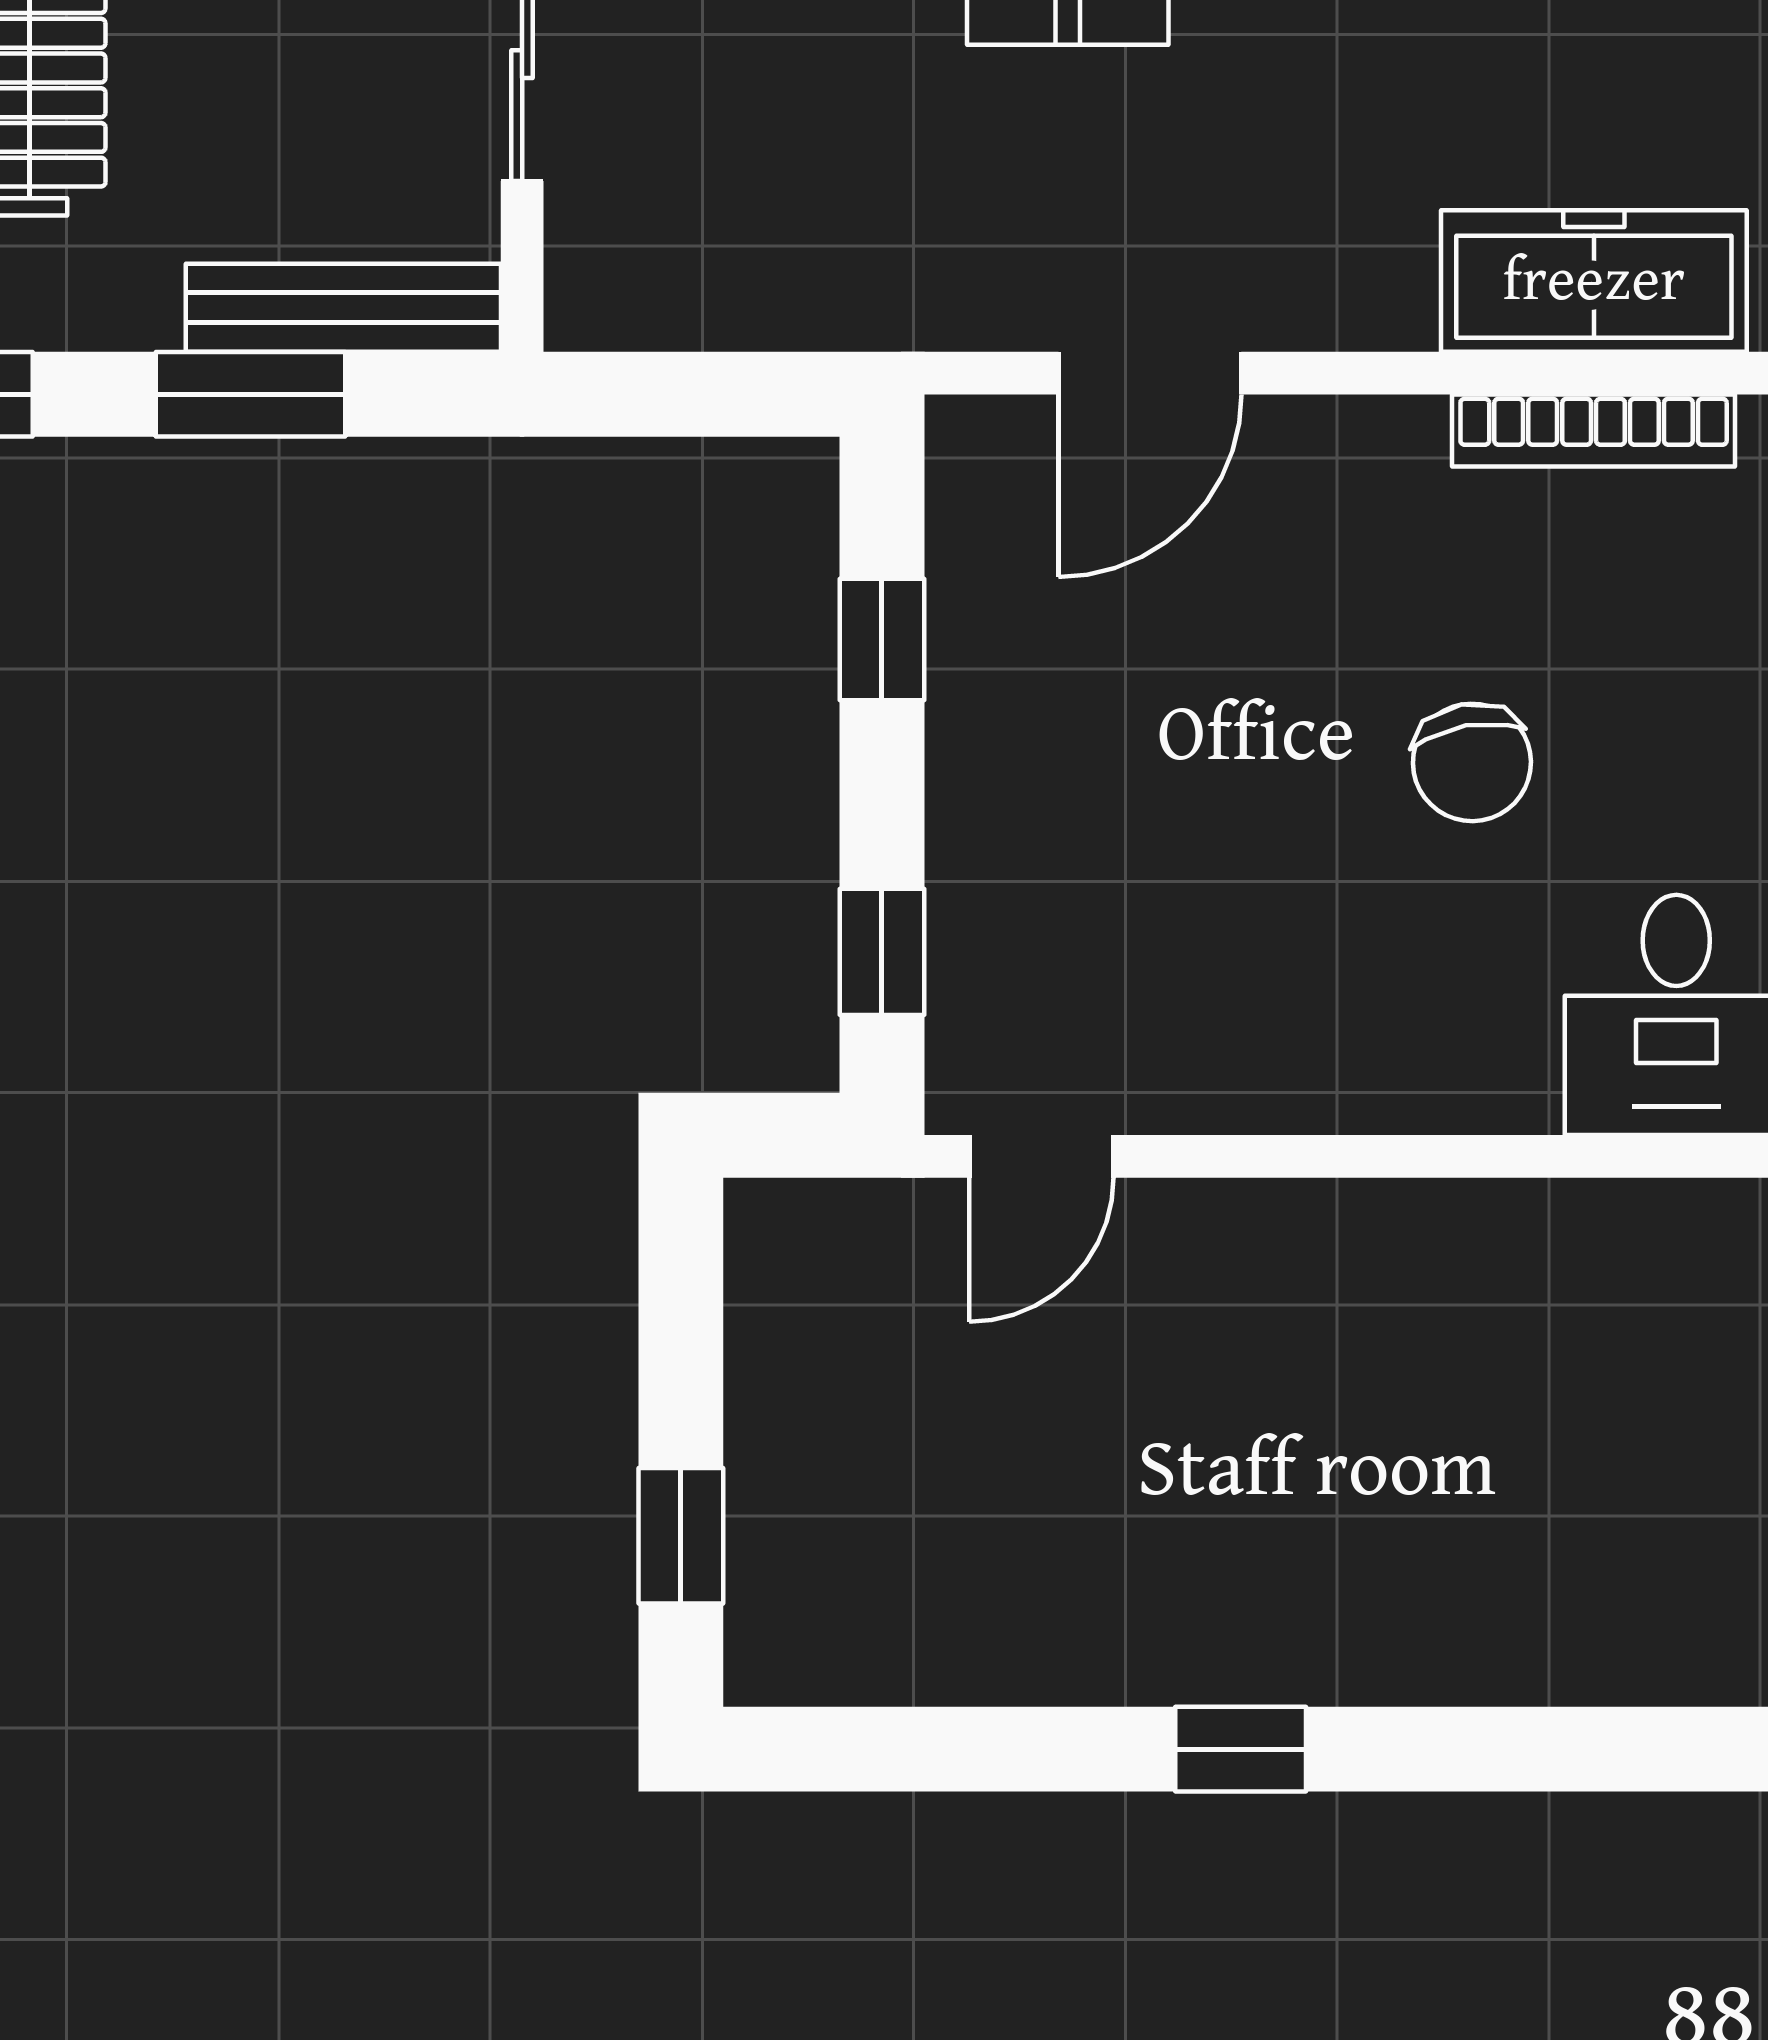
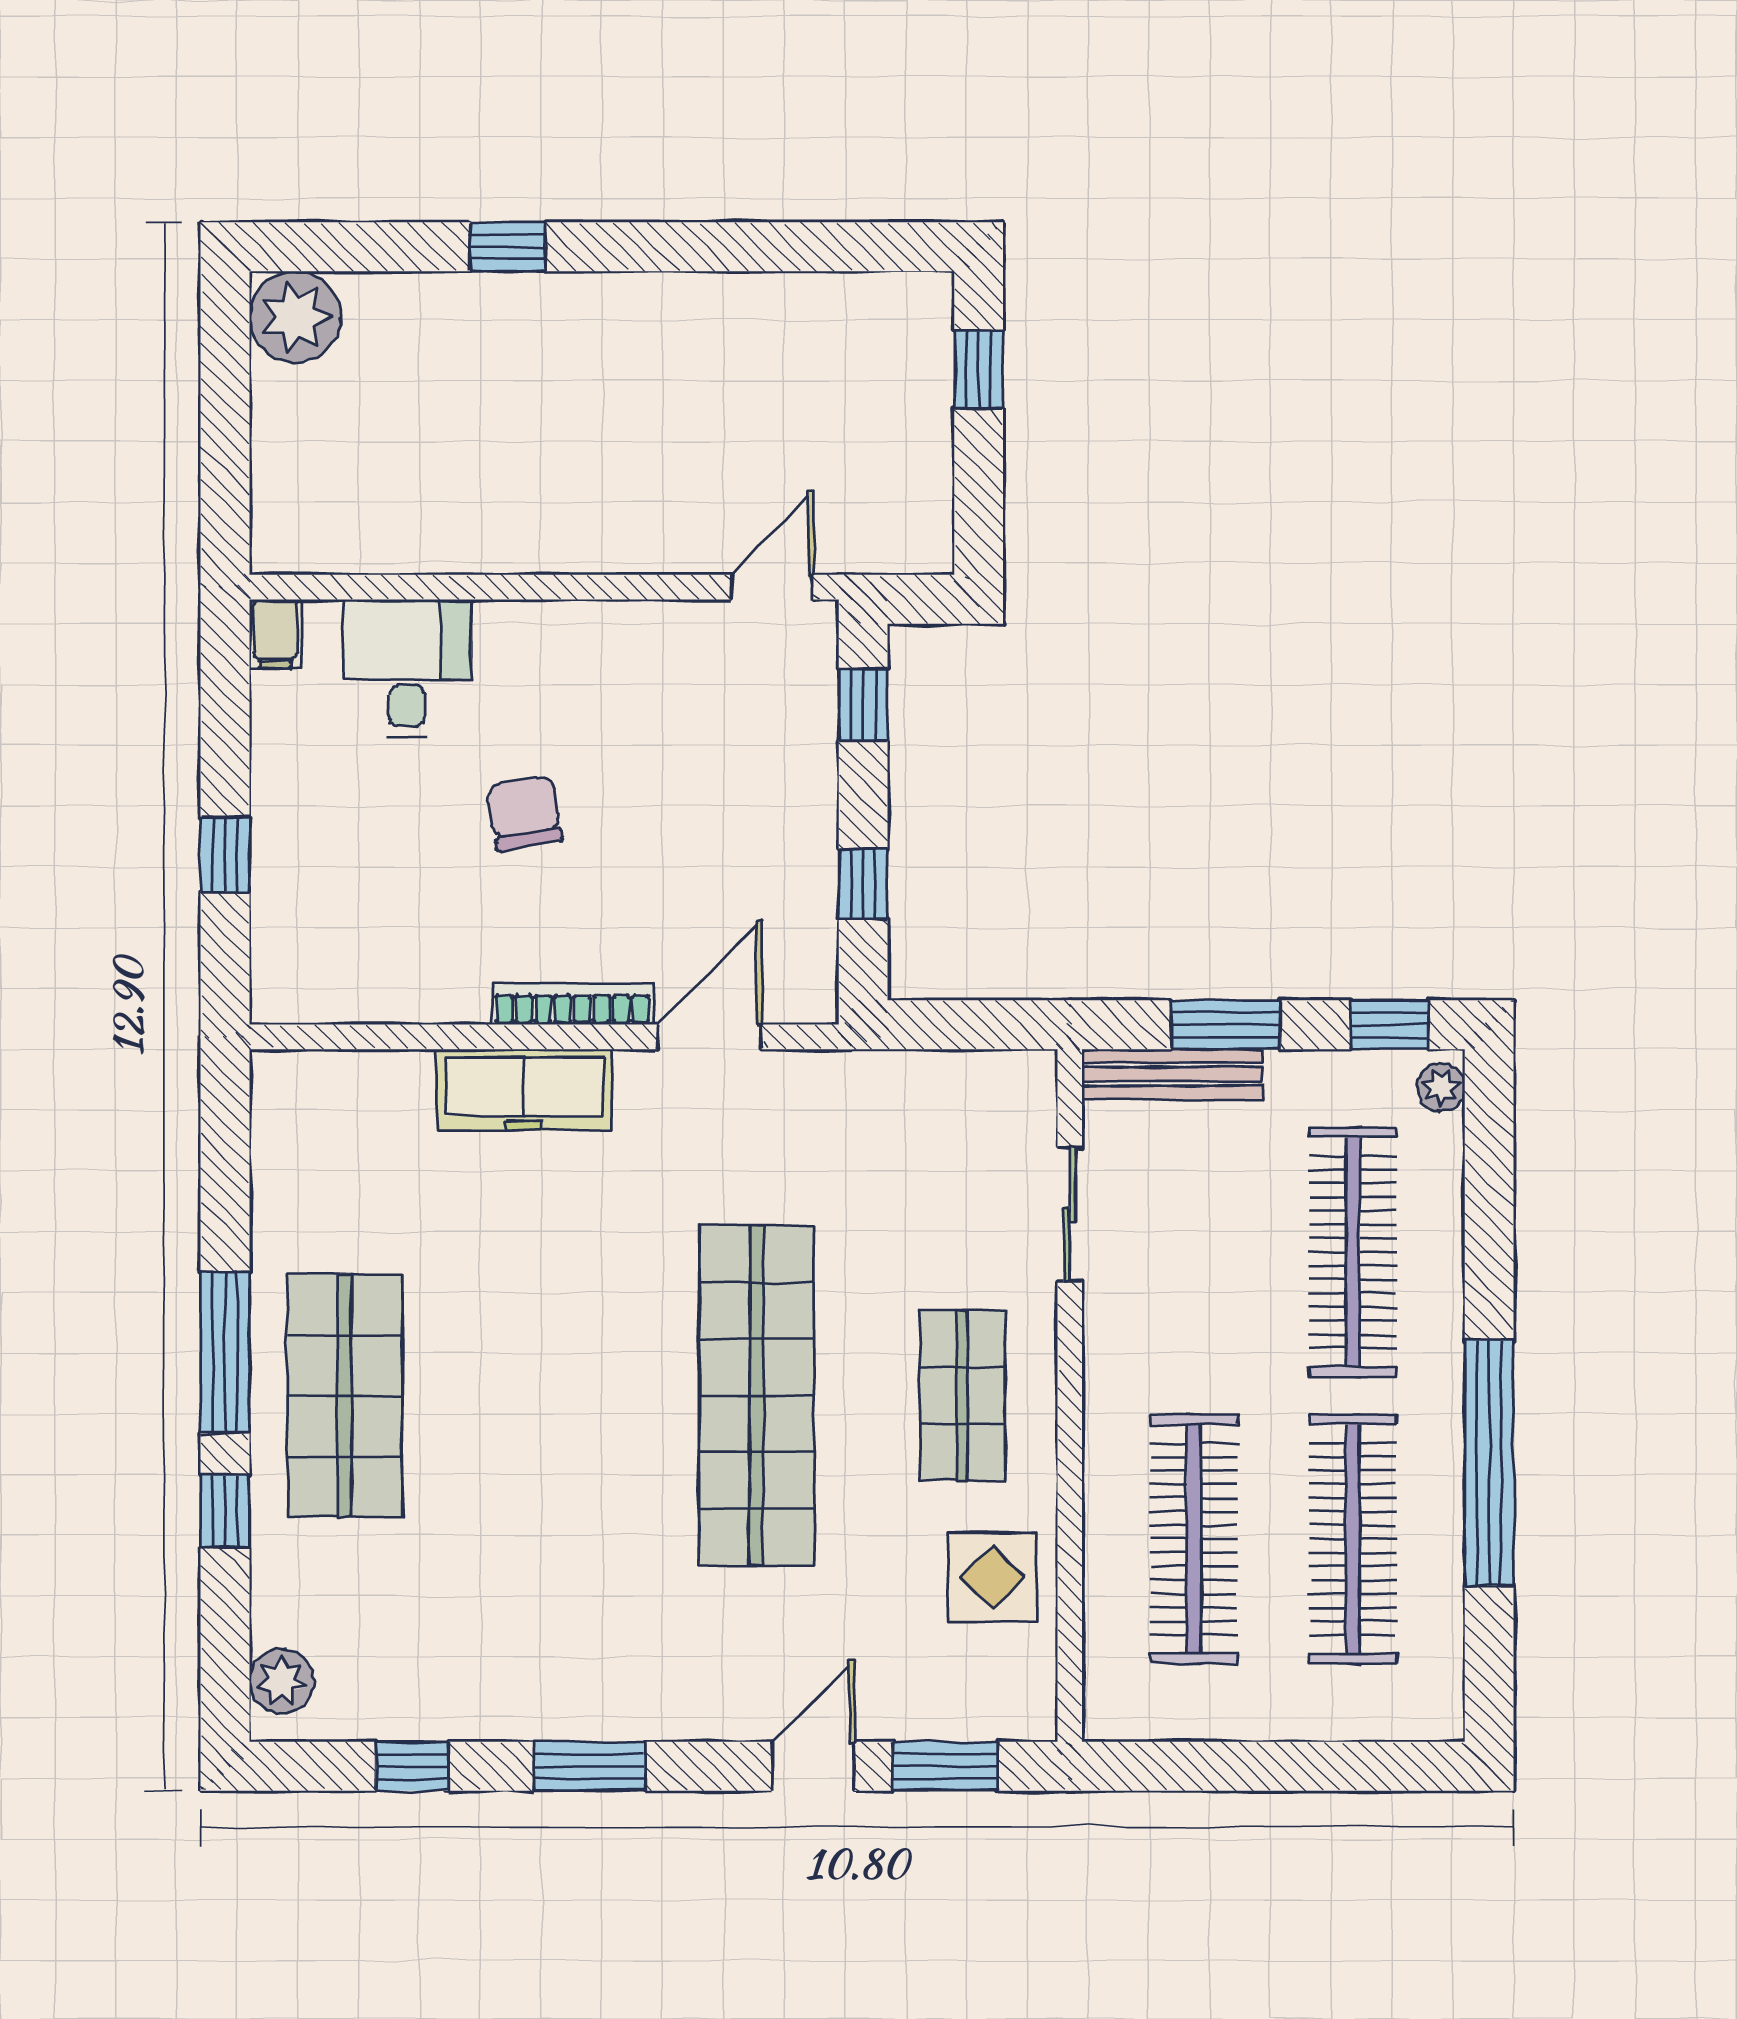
freezer: (1594, 281) -> (524, 1090), moved
bookcase: (1594, 430) -> (572, 1004), moved
window: (1241, 1749) -> (508, 247), moved

